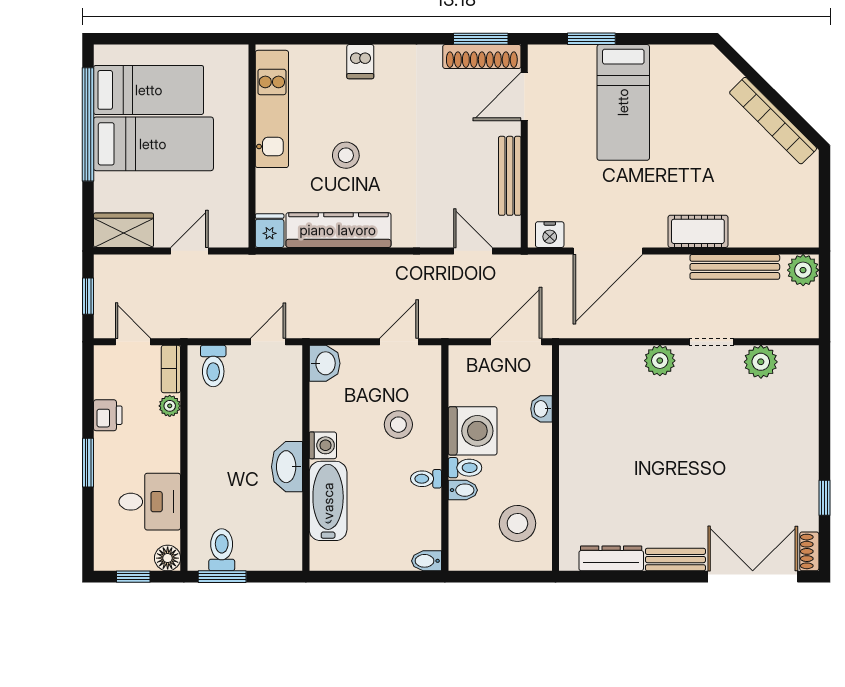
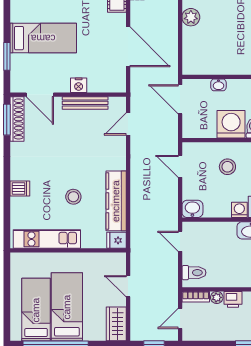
nightstand: (550, 235) -> (79, 85), moved, turned 90
printer: (108, 415) -> (233, 299), moved, turned 180

